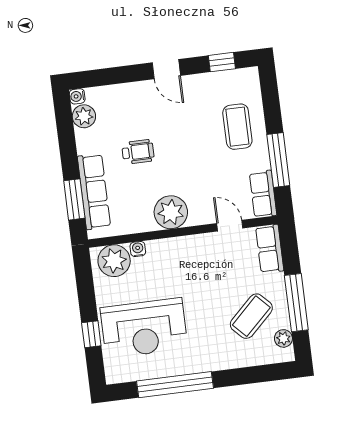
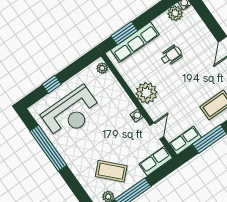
wheelchair: (138, 152) -> (171, 55), turned -90
water cooler: (138, 249) -> (137, 116), moved
plant: (114, 261) -> (102, 68), width x0.53, depth x0.53
reception desk: (144, 328) -> (71, 113), turned -90

